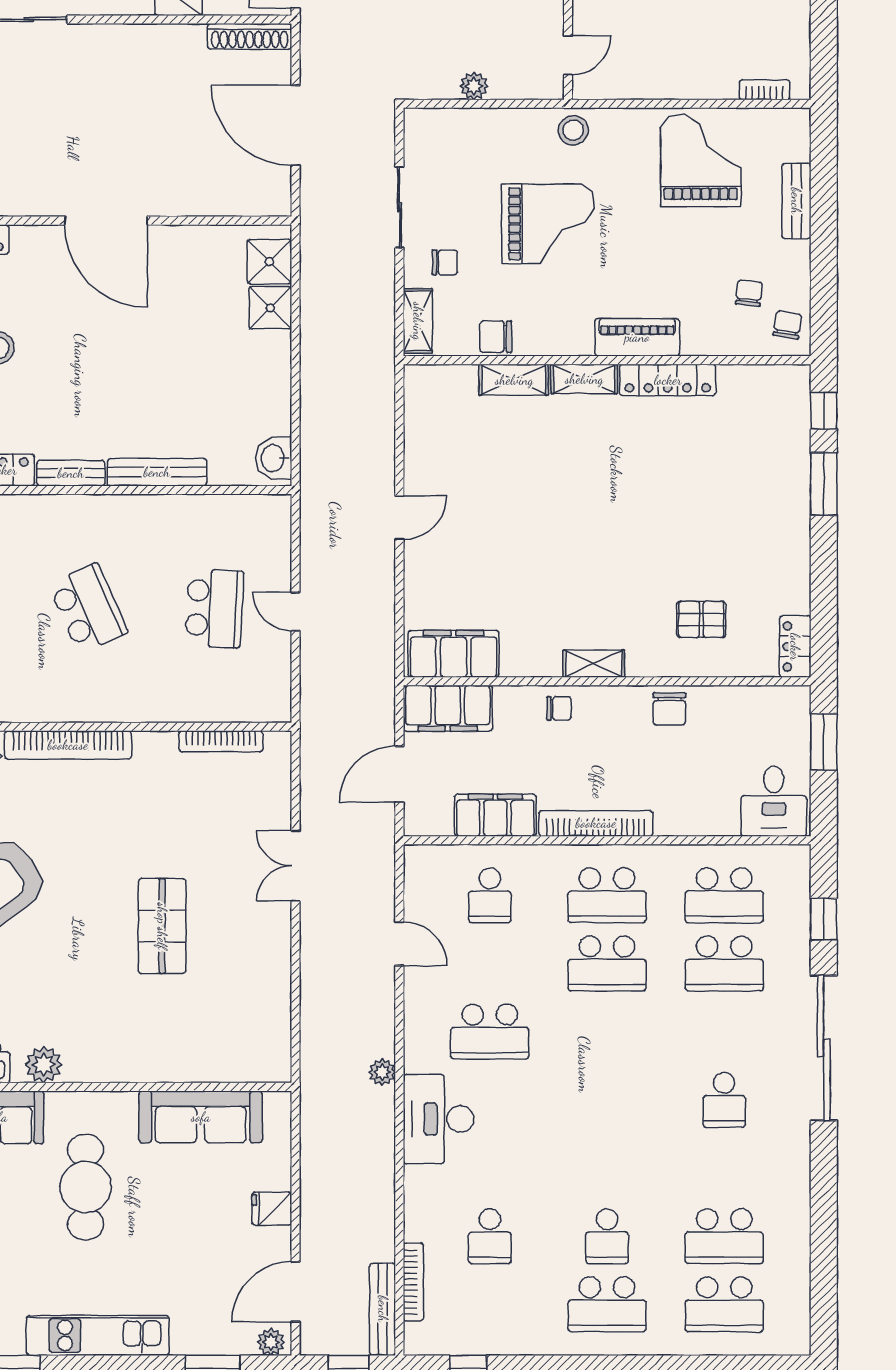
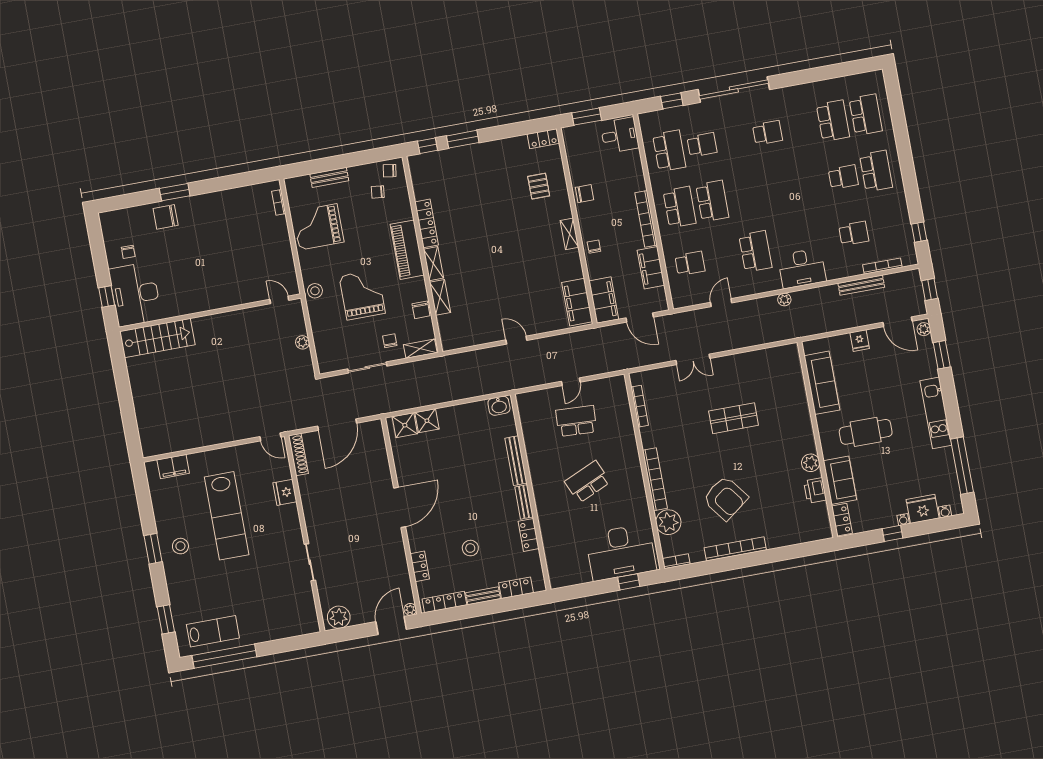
piano: (637, 337) -> (407, 250), width x1.37, depth x1.33
school desk: (724, 964) -> (702, 145), width x0.54
bench: (383, 1309) -> (861, 285), moved

